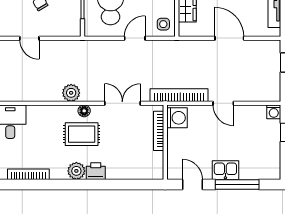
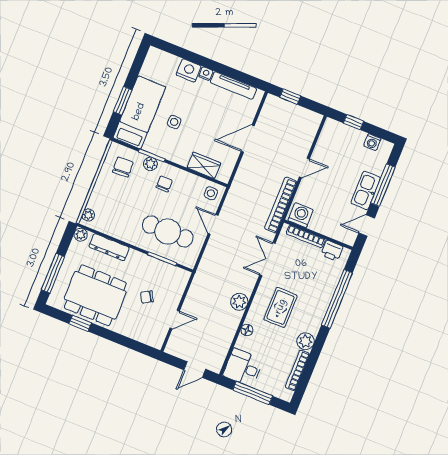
floor lamp: (84, 111) -> (247, 330), moved
washing machine: (274, 112) -> (372, 142), moved, turned 90
kitchen sink: (225, 170) -> (366, 190), width x1.38
plant: (76, 171) -> (306, 341), moved
printer: (96, 171) -> (332, 251), moved, turned -90
window: (111, 184) -> (337, 299), added

